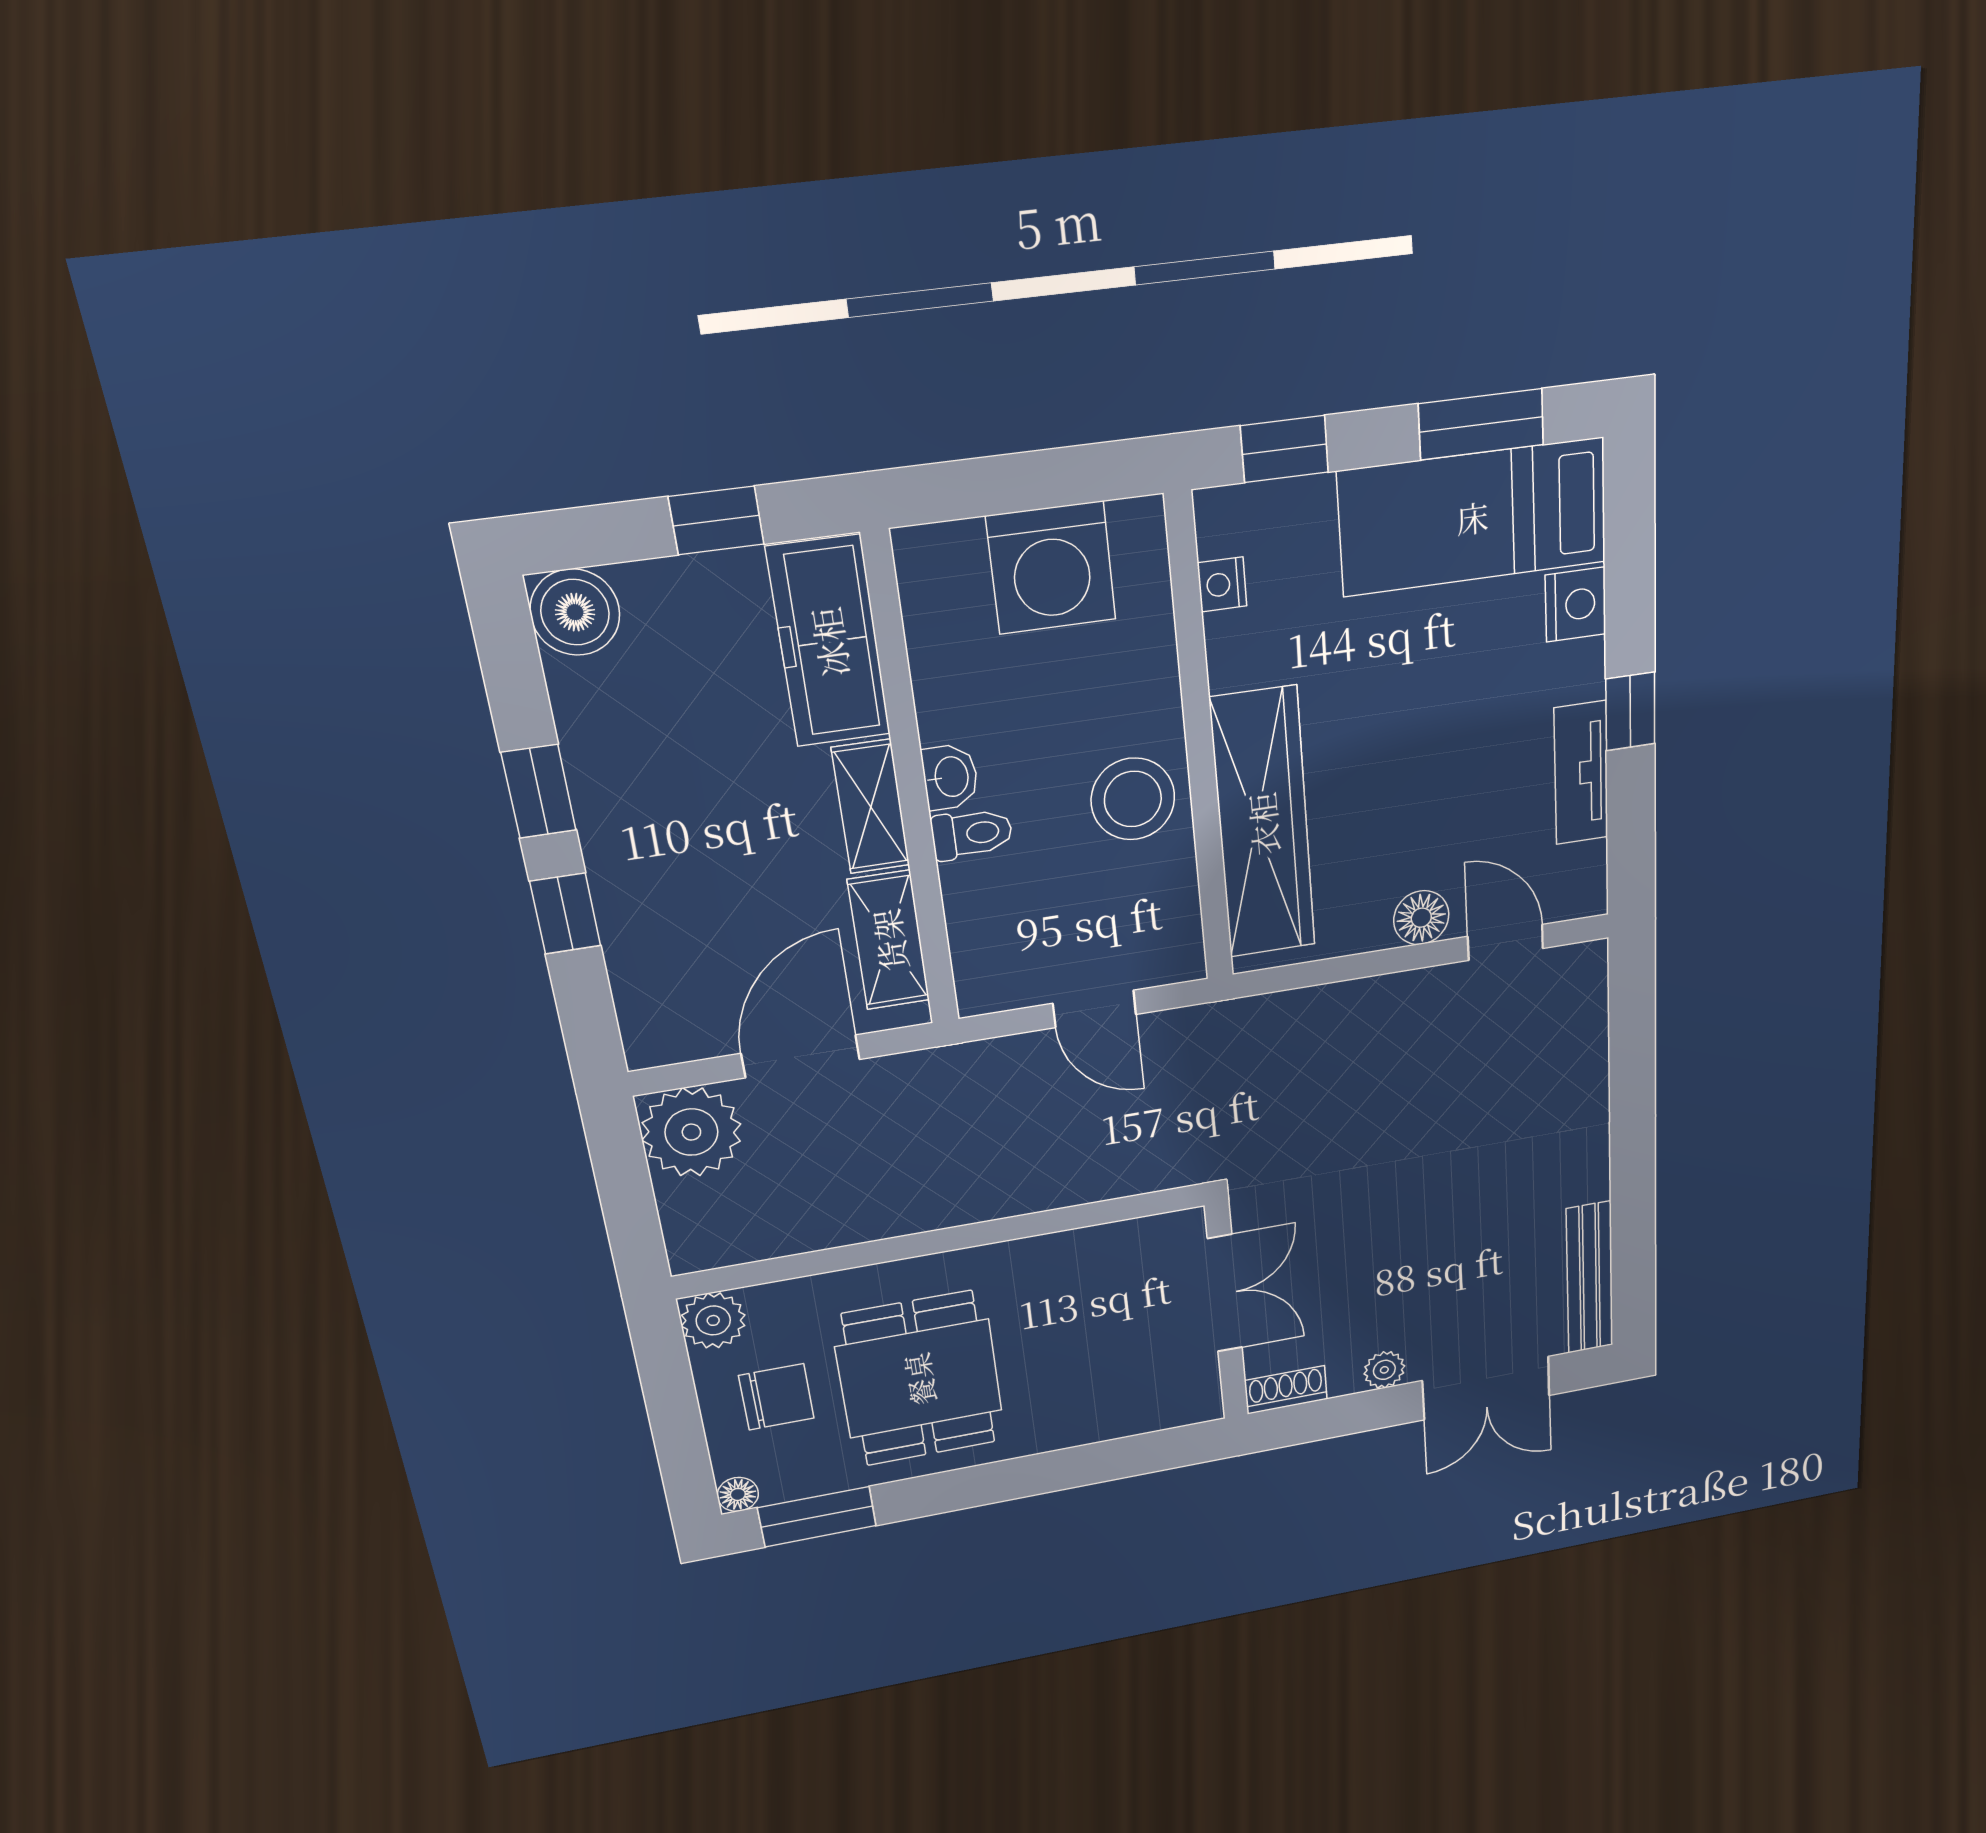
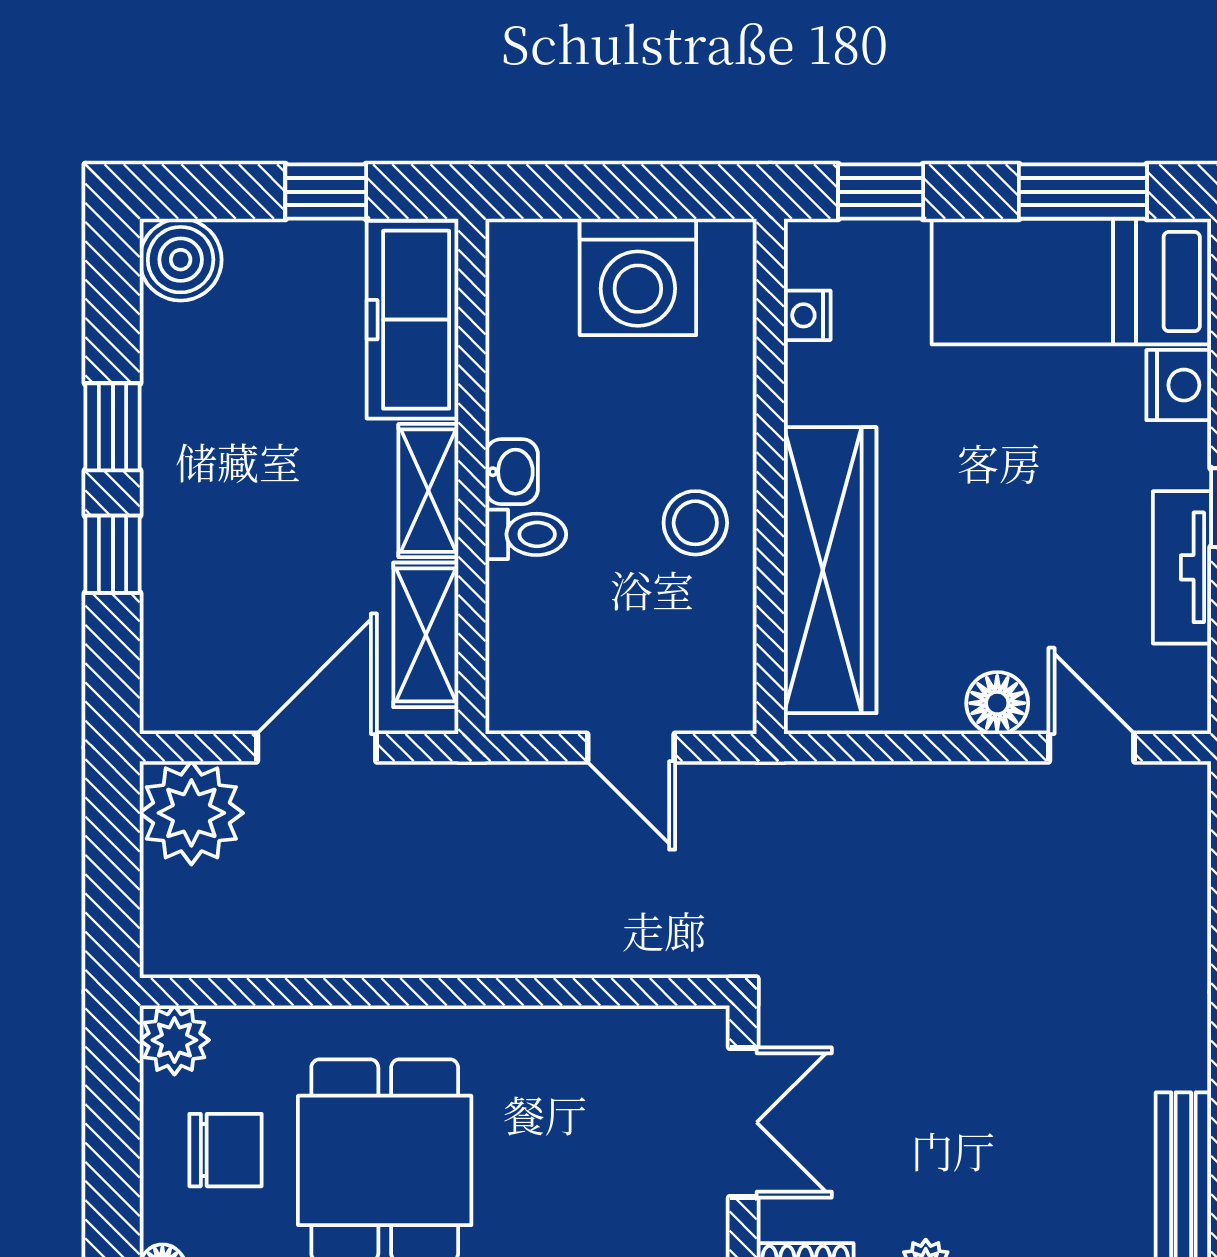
stool: (1133, 799) -> (695, 523), width x0.73, depth x0.73

